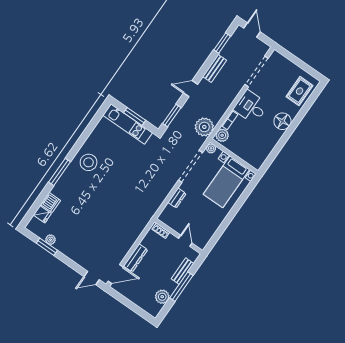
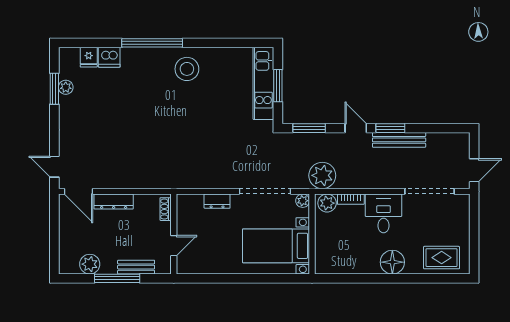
door: (252, 30) -> (474, 170), moved
window: (222, 43) -> (390, 128), moved
bench: (215, 68) -> (399, 140), width x1.36
window: (60, 172) -> (152, 43), width x1.46

